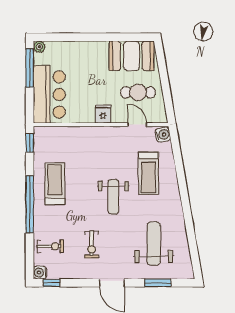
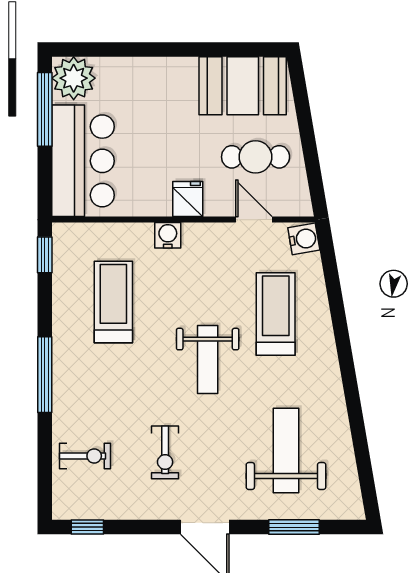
plant: (39, 47) -> (74, 78), width x1.88, depth x1.88
treadmill: (148, 173) -> (276, 314), turned 180
treadmill: (55, 184) -> (113, 302), moved
window: (30, 204) -> (45, 375), width x0.68
water cooler: (40, 273) -> (168, 235), moved, turned 90

